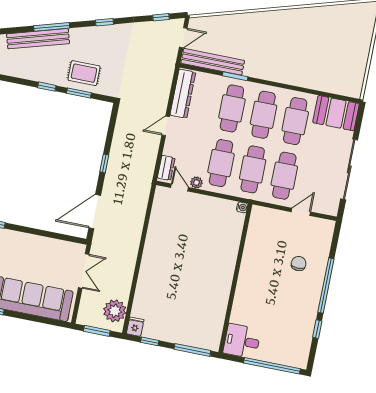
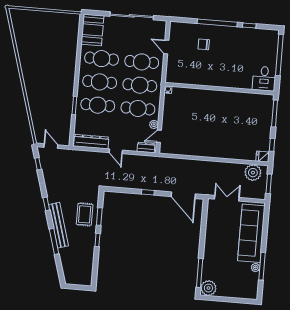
bench: (38, 39) -> (59, 225), moved
bench: (213, 62) -> (66, 123), removed

